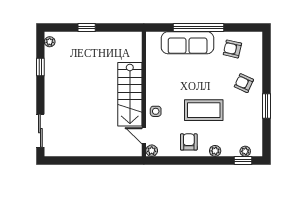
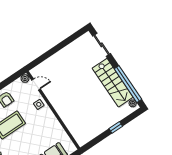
window: (40, 67) -> (128, 84), width x3.17
stairs: (130, 94) -> (113, 83), moved, turned 180

